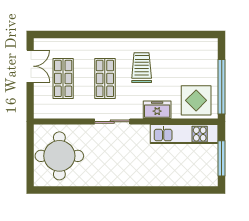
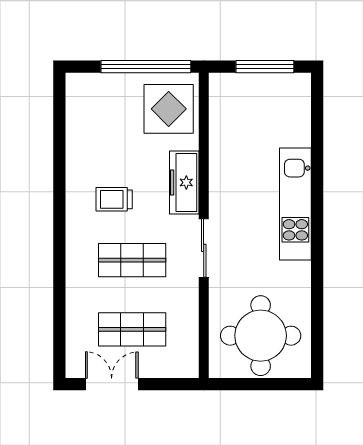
trolley: (142, 68) -> (114, 199), width x0.73, depth x0.72
freezer: (157, 110) -> (184, 182), width x1.40
kitchen unit: (184, 134) -> (295, 204), moved, turned 180

